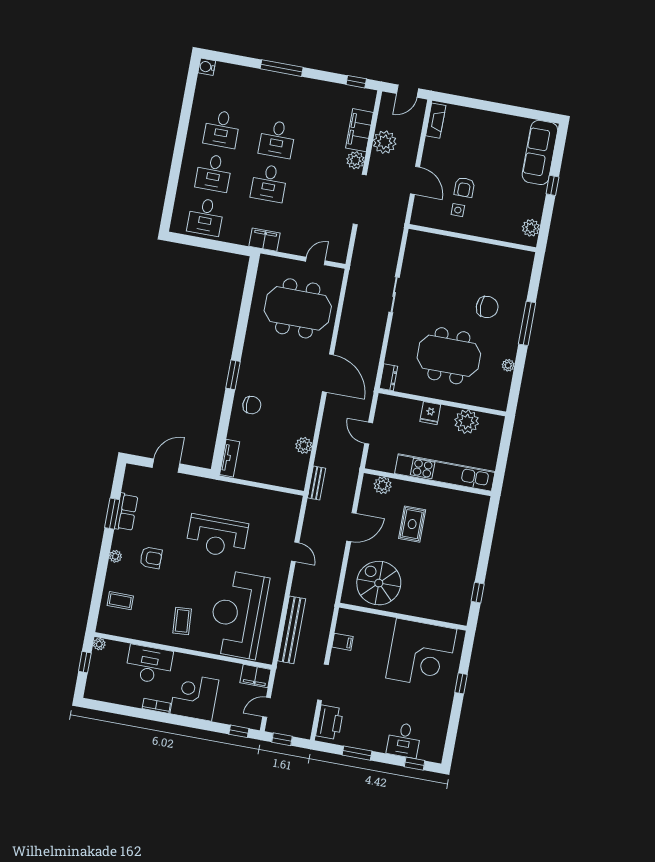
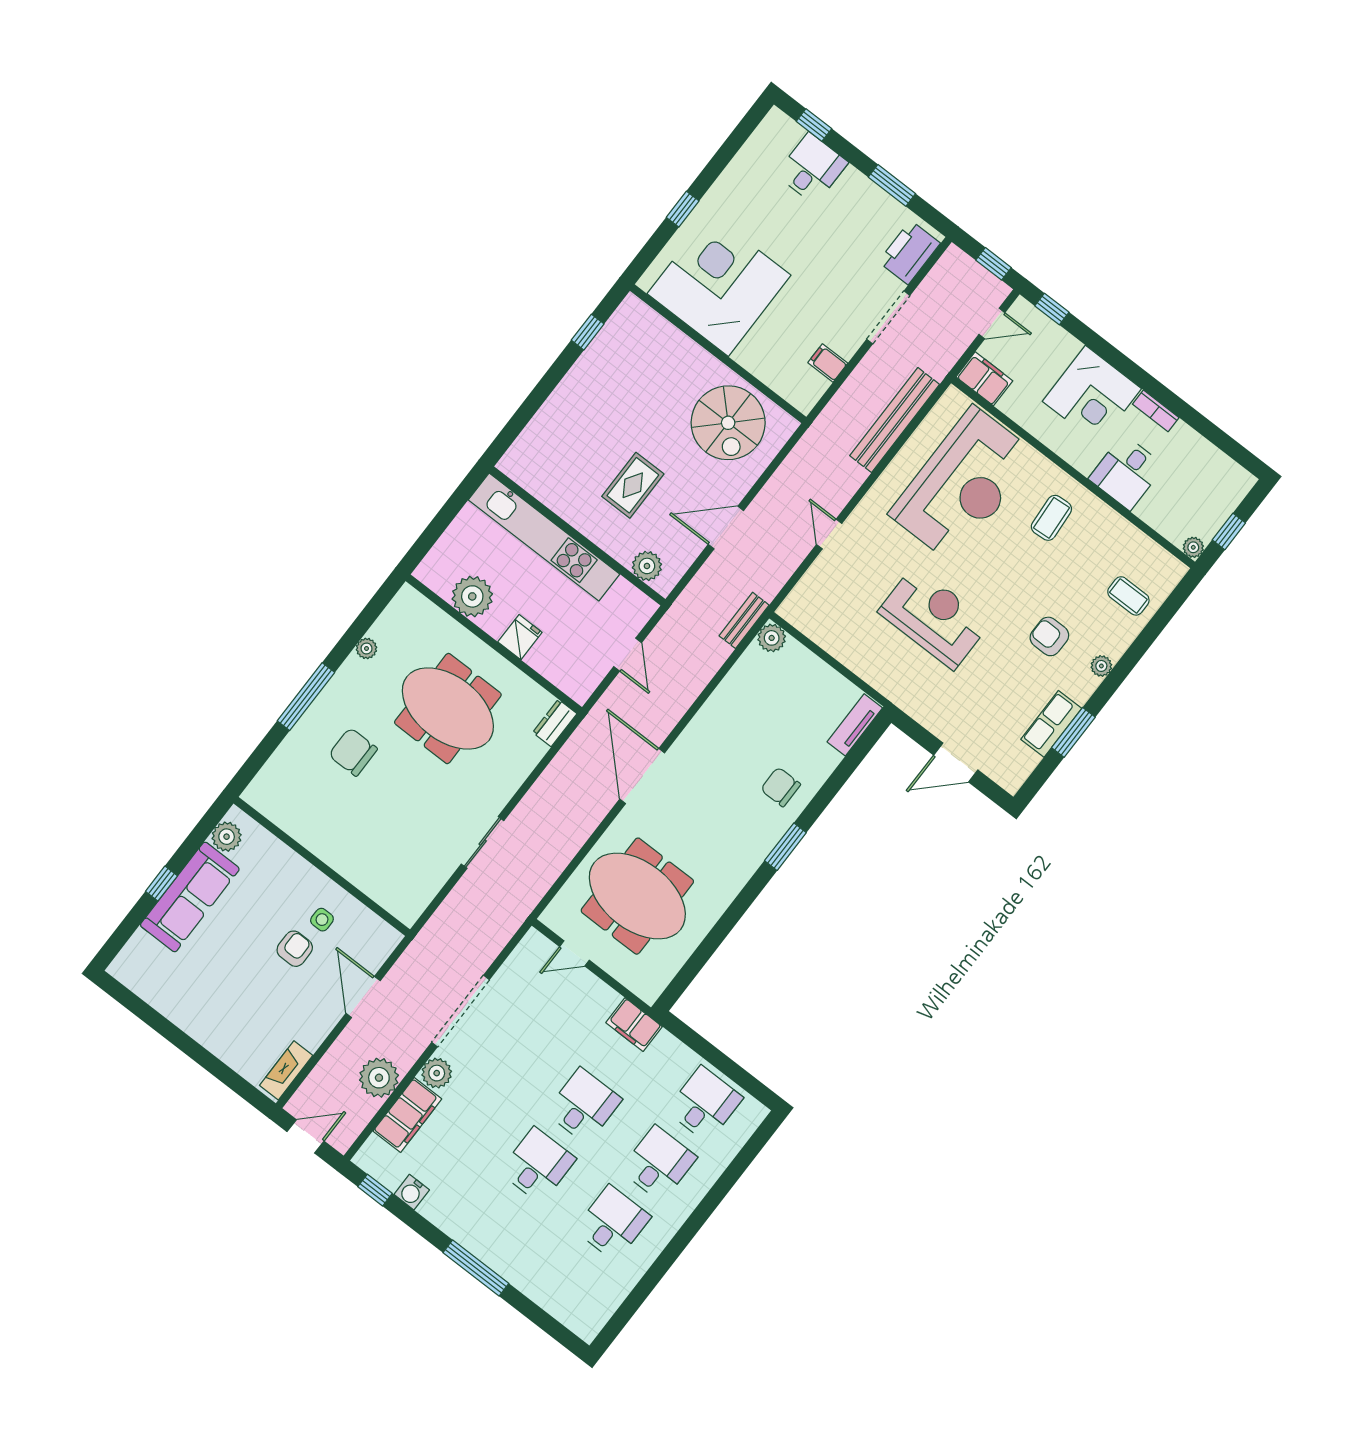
water cooler: (207, 67) -> (412, 1192), moved, turned 90
sofa: (540, 152) -> (190, 897), moved
plant: (304, 445) -> (772, 638), moved
desk: (149, 664) -> (1127, 472), width x0.73

